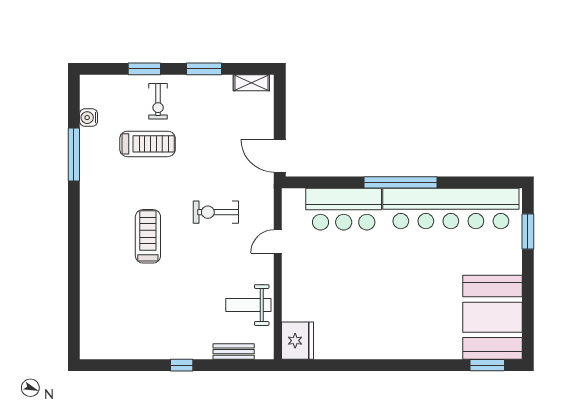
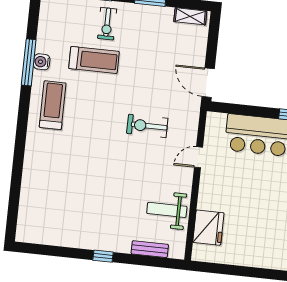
water cooler: (89, 118) -> (42, 62), moved
treadmill: (148, 236) -> (53, 105), moved
fridge: (298, 341) -> (208, 228), moved

